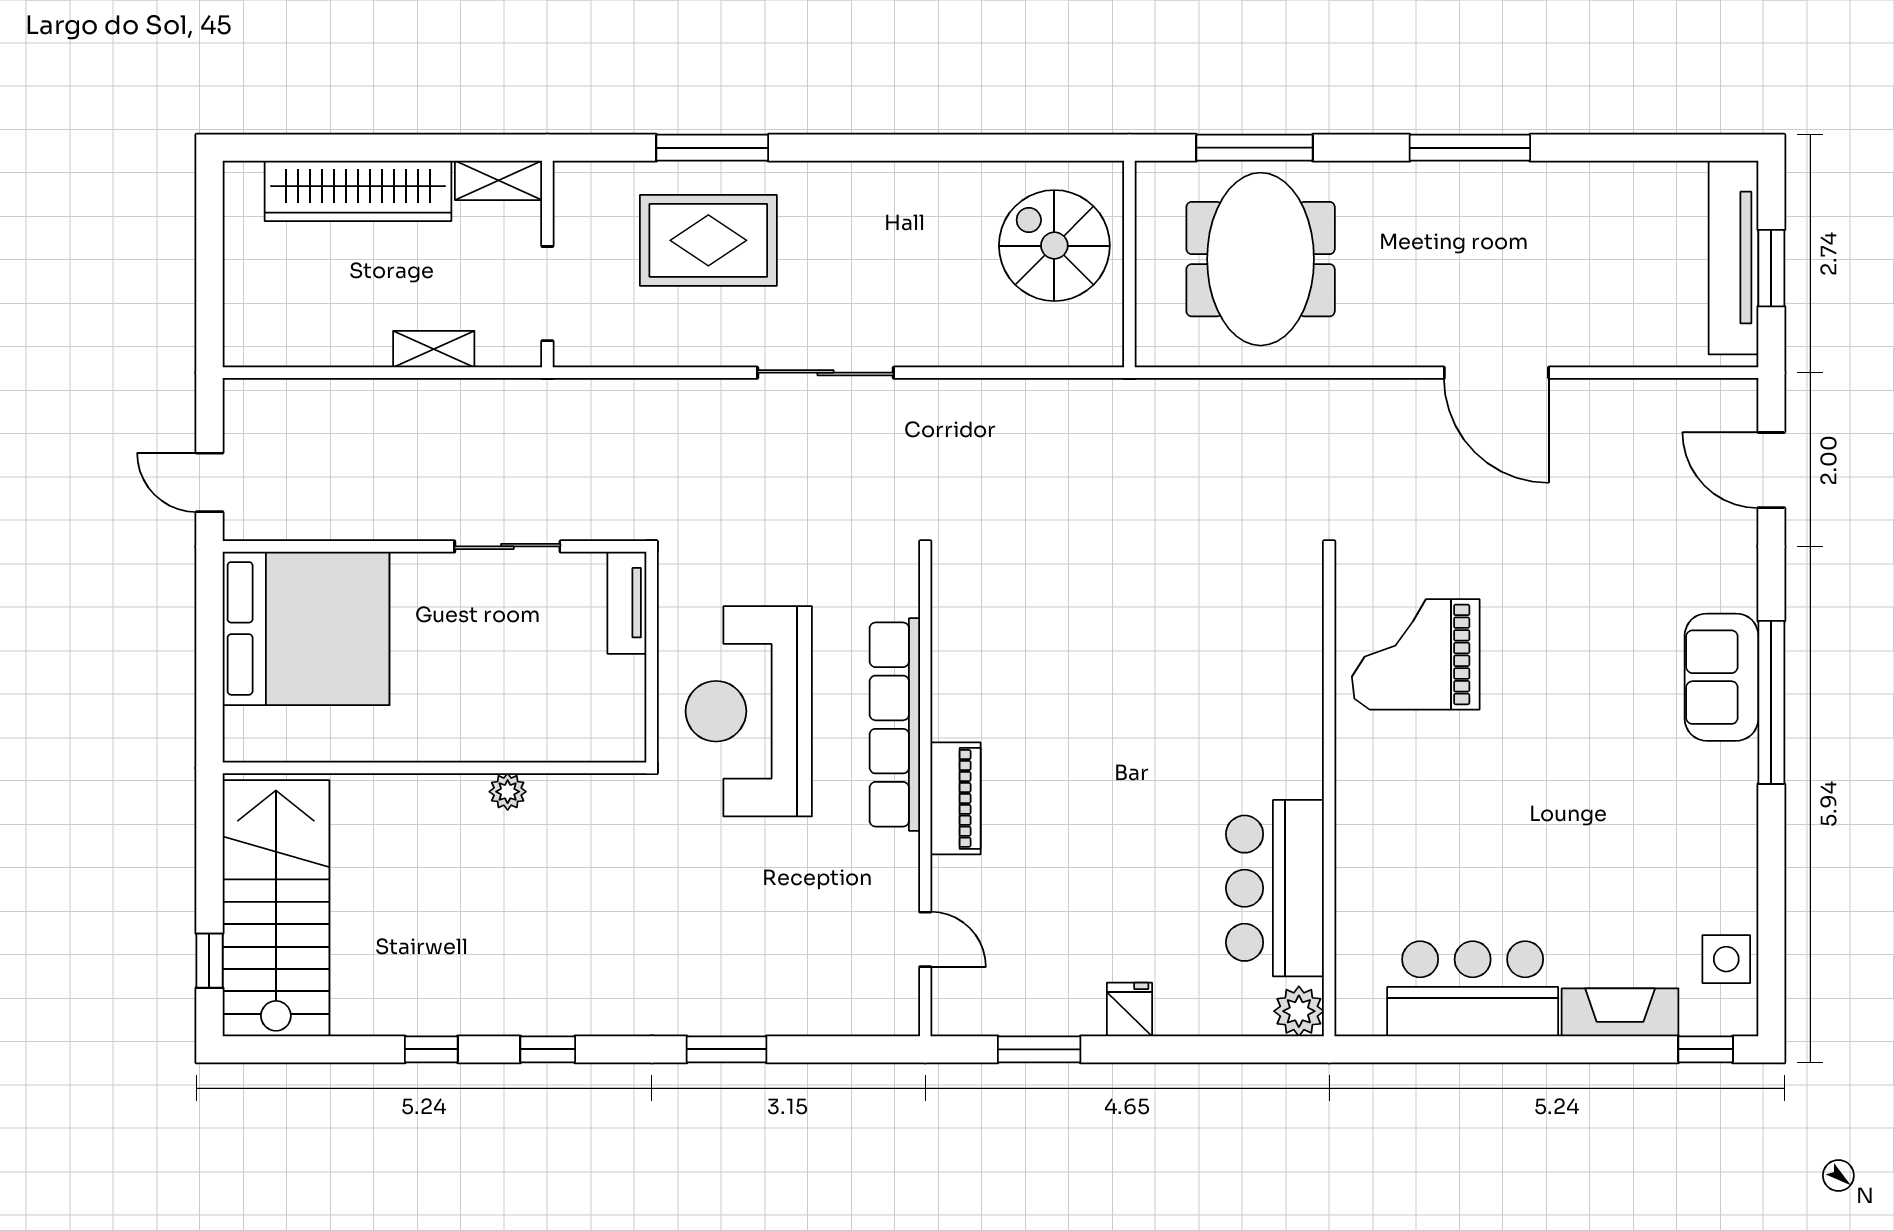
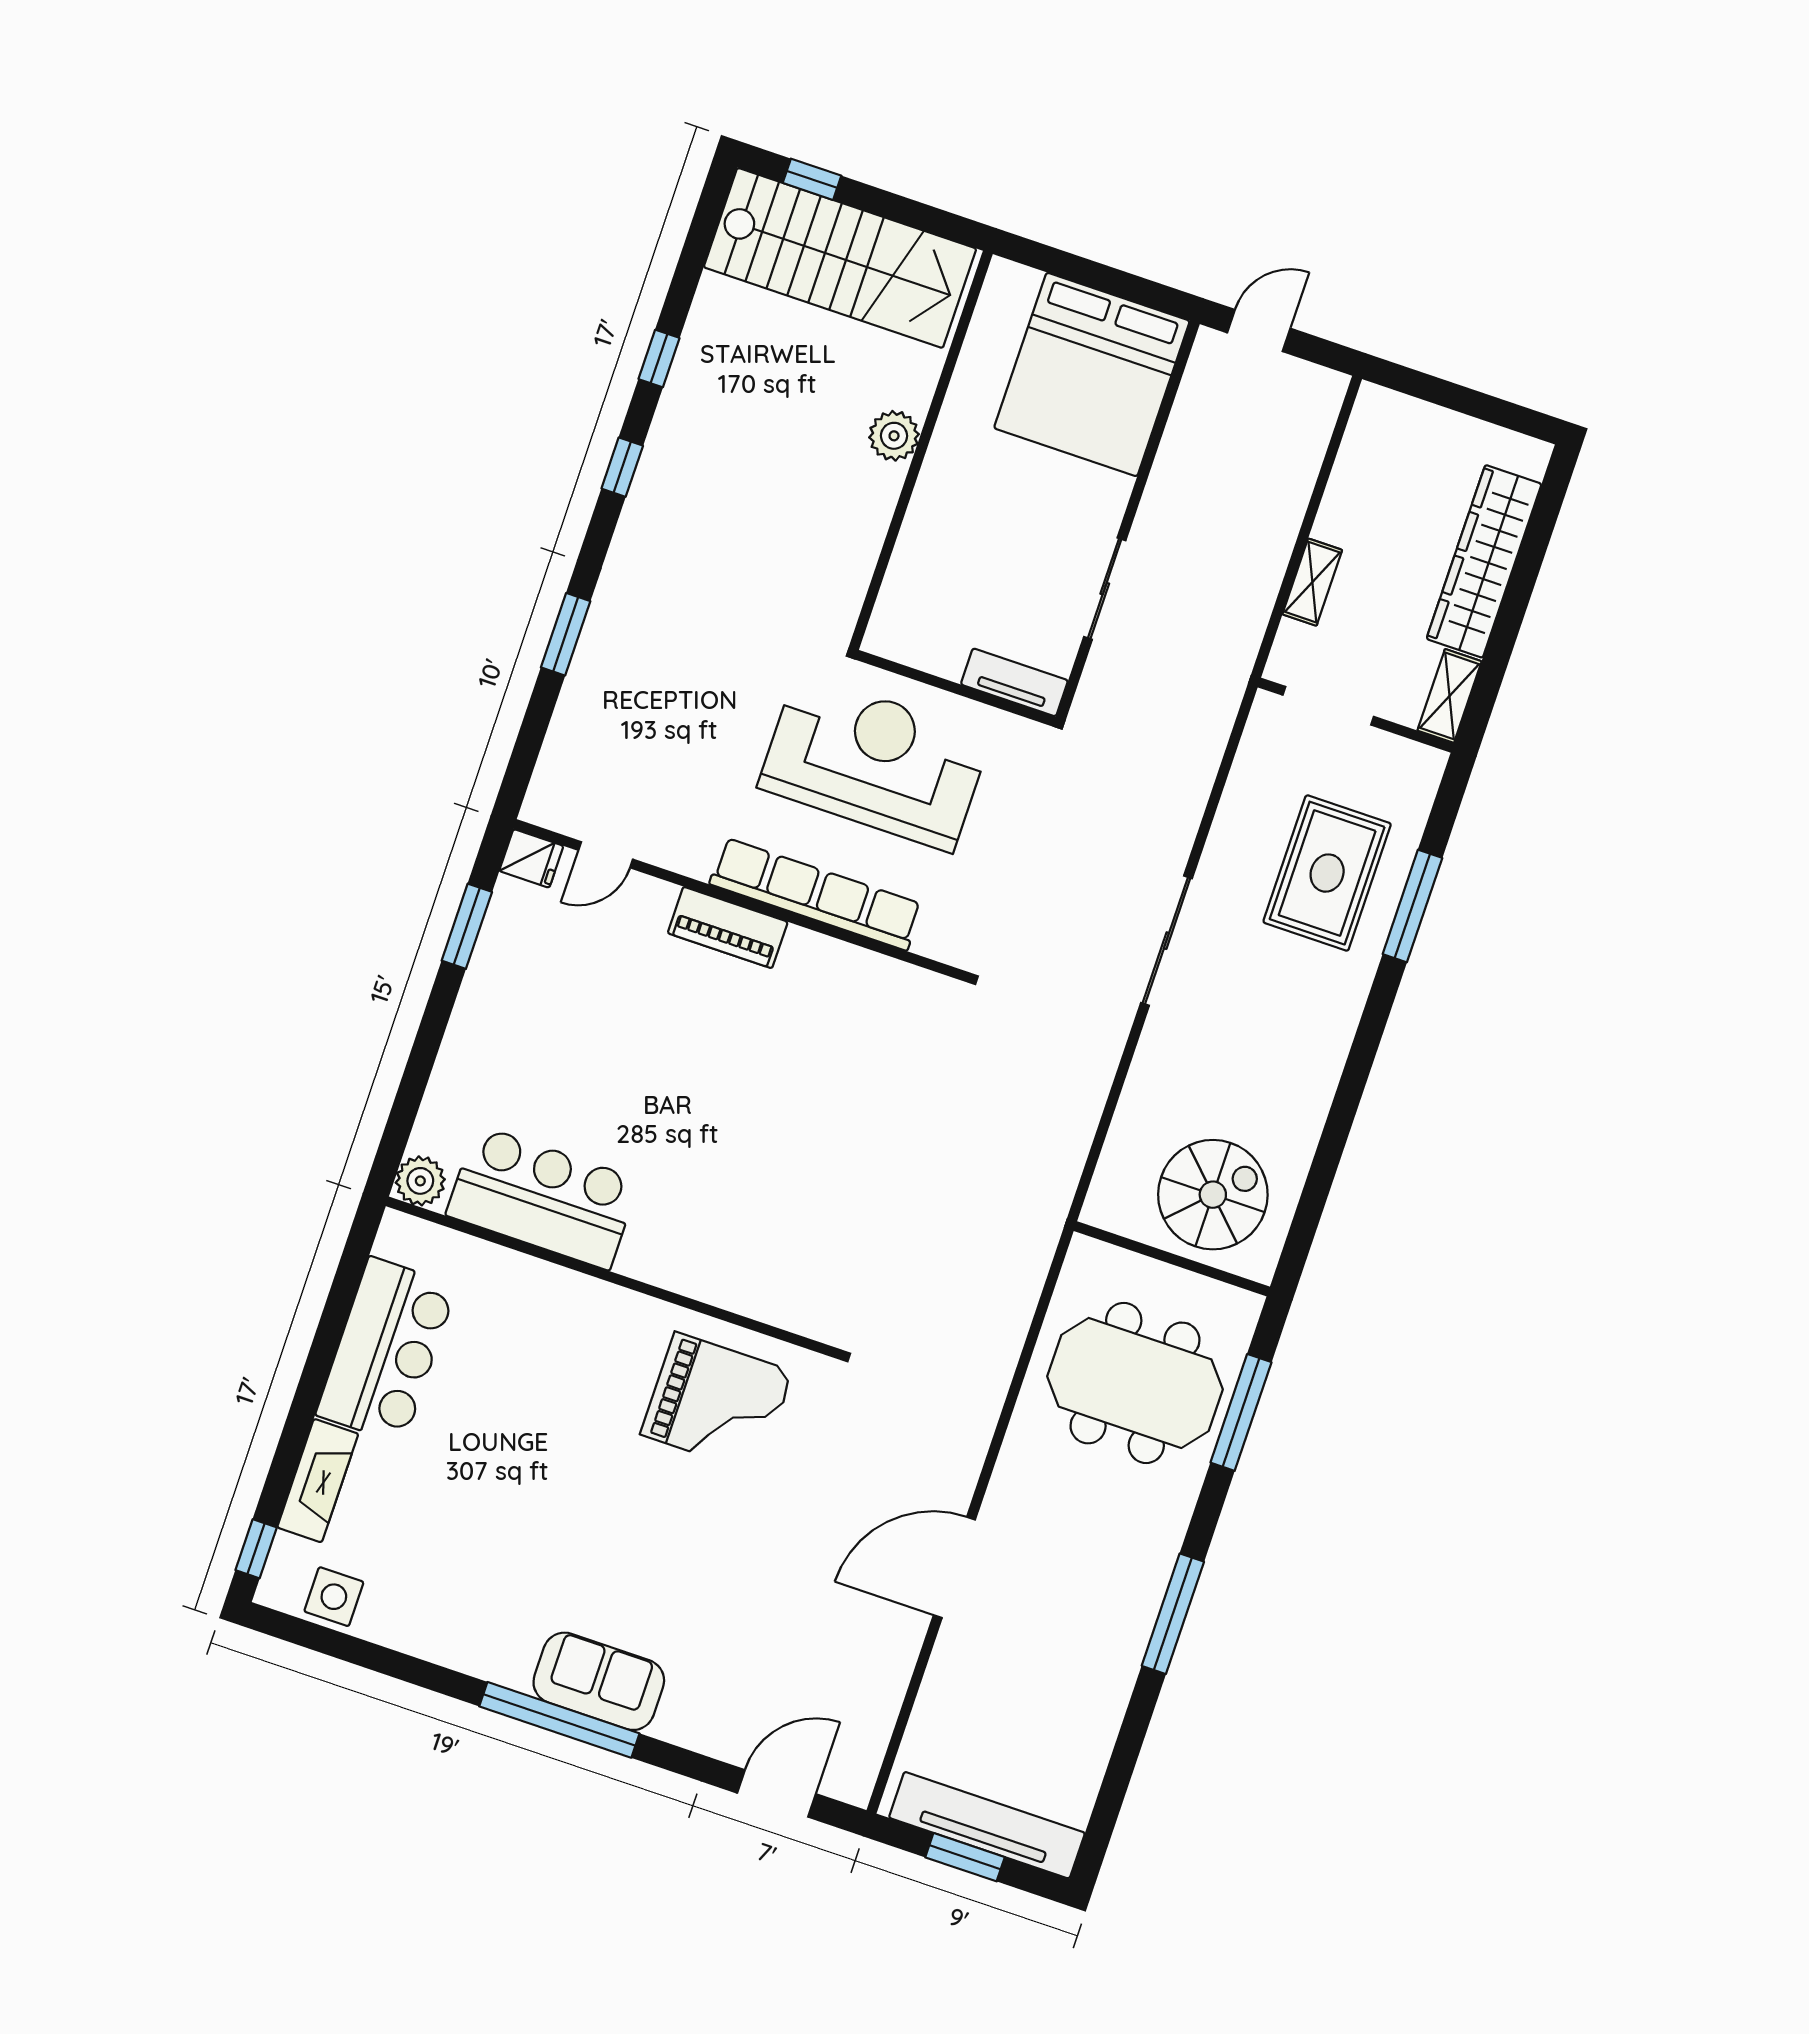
grand piano: (1416, 654) -> (717, 1403), turned 90
plant: (508, 792) -> (894, 436), moved, width x1.38, depth x1.38
fridge: (1130, 1009) -> (531, 858), moved

